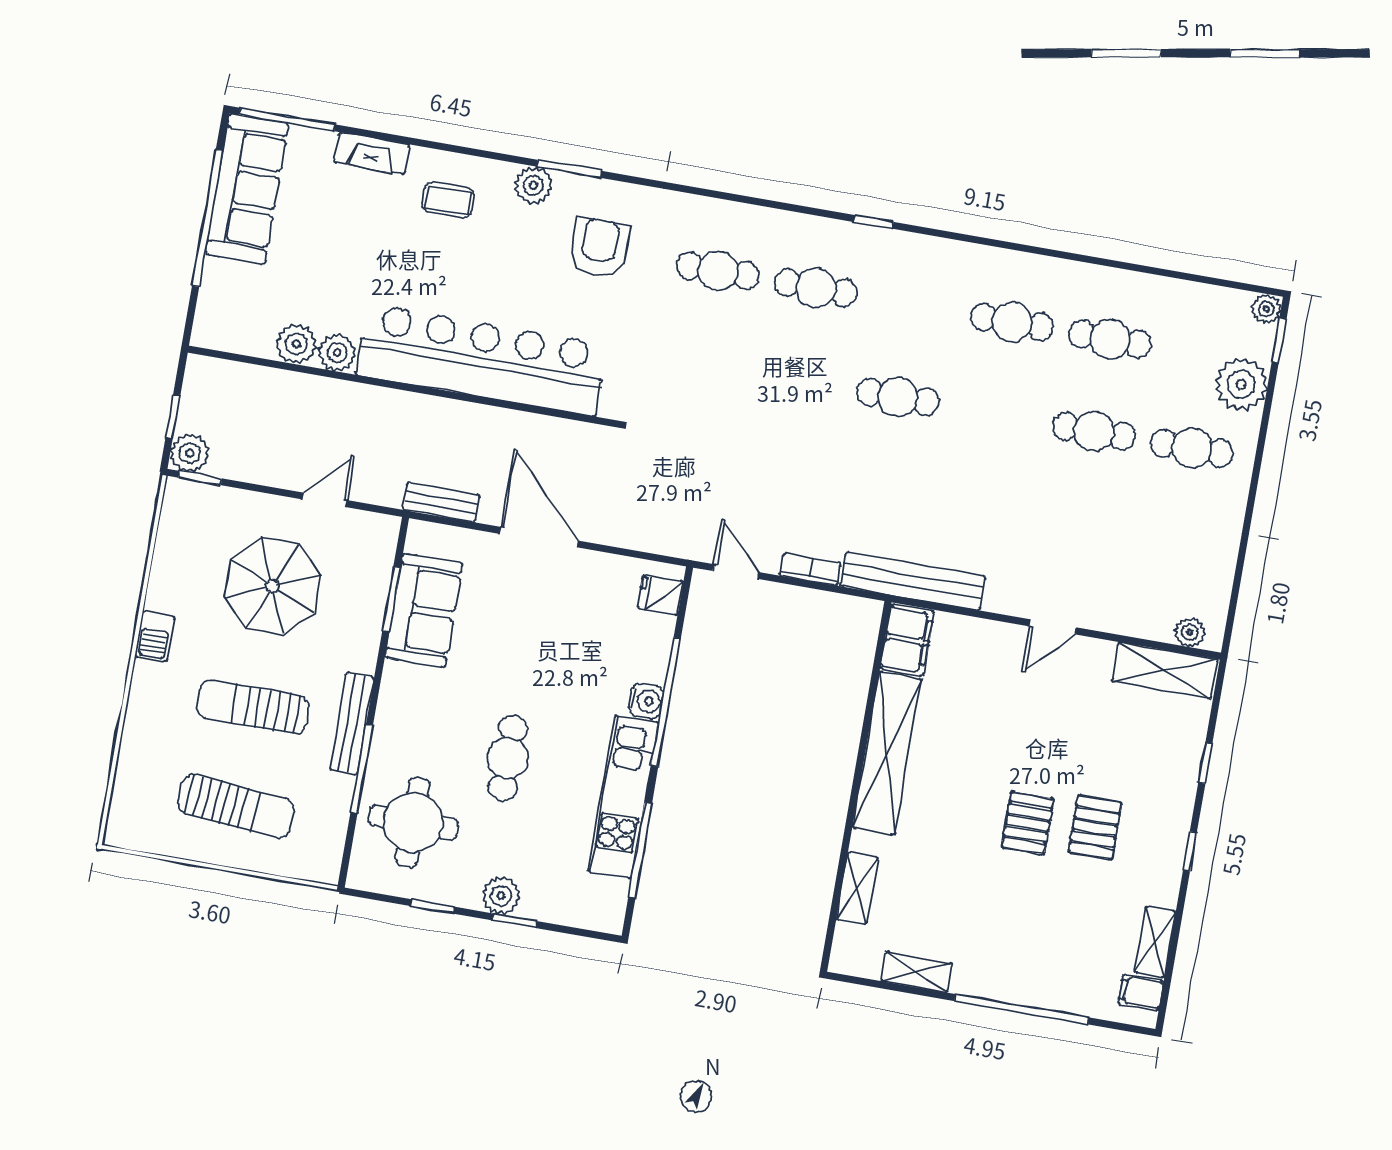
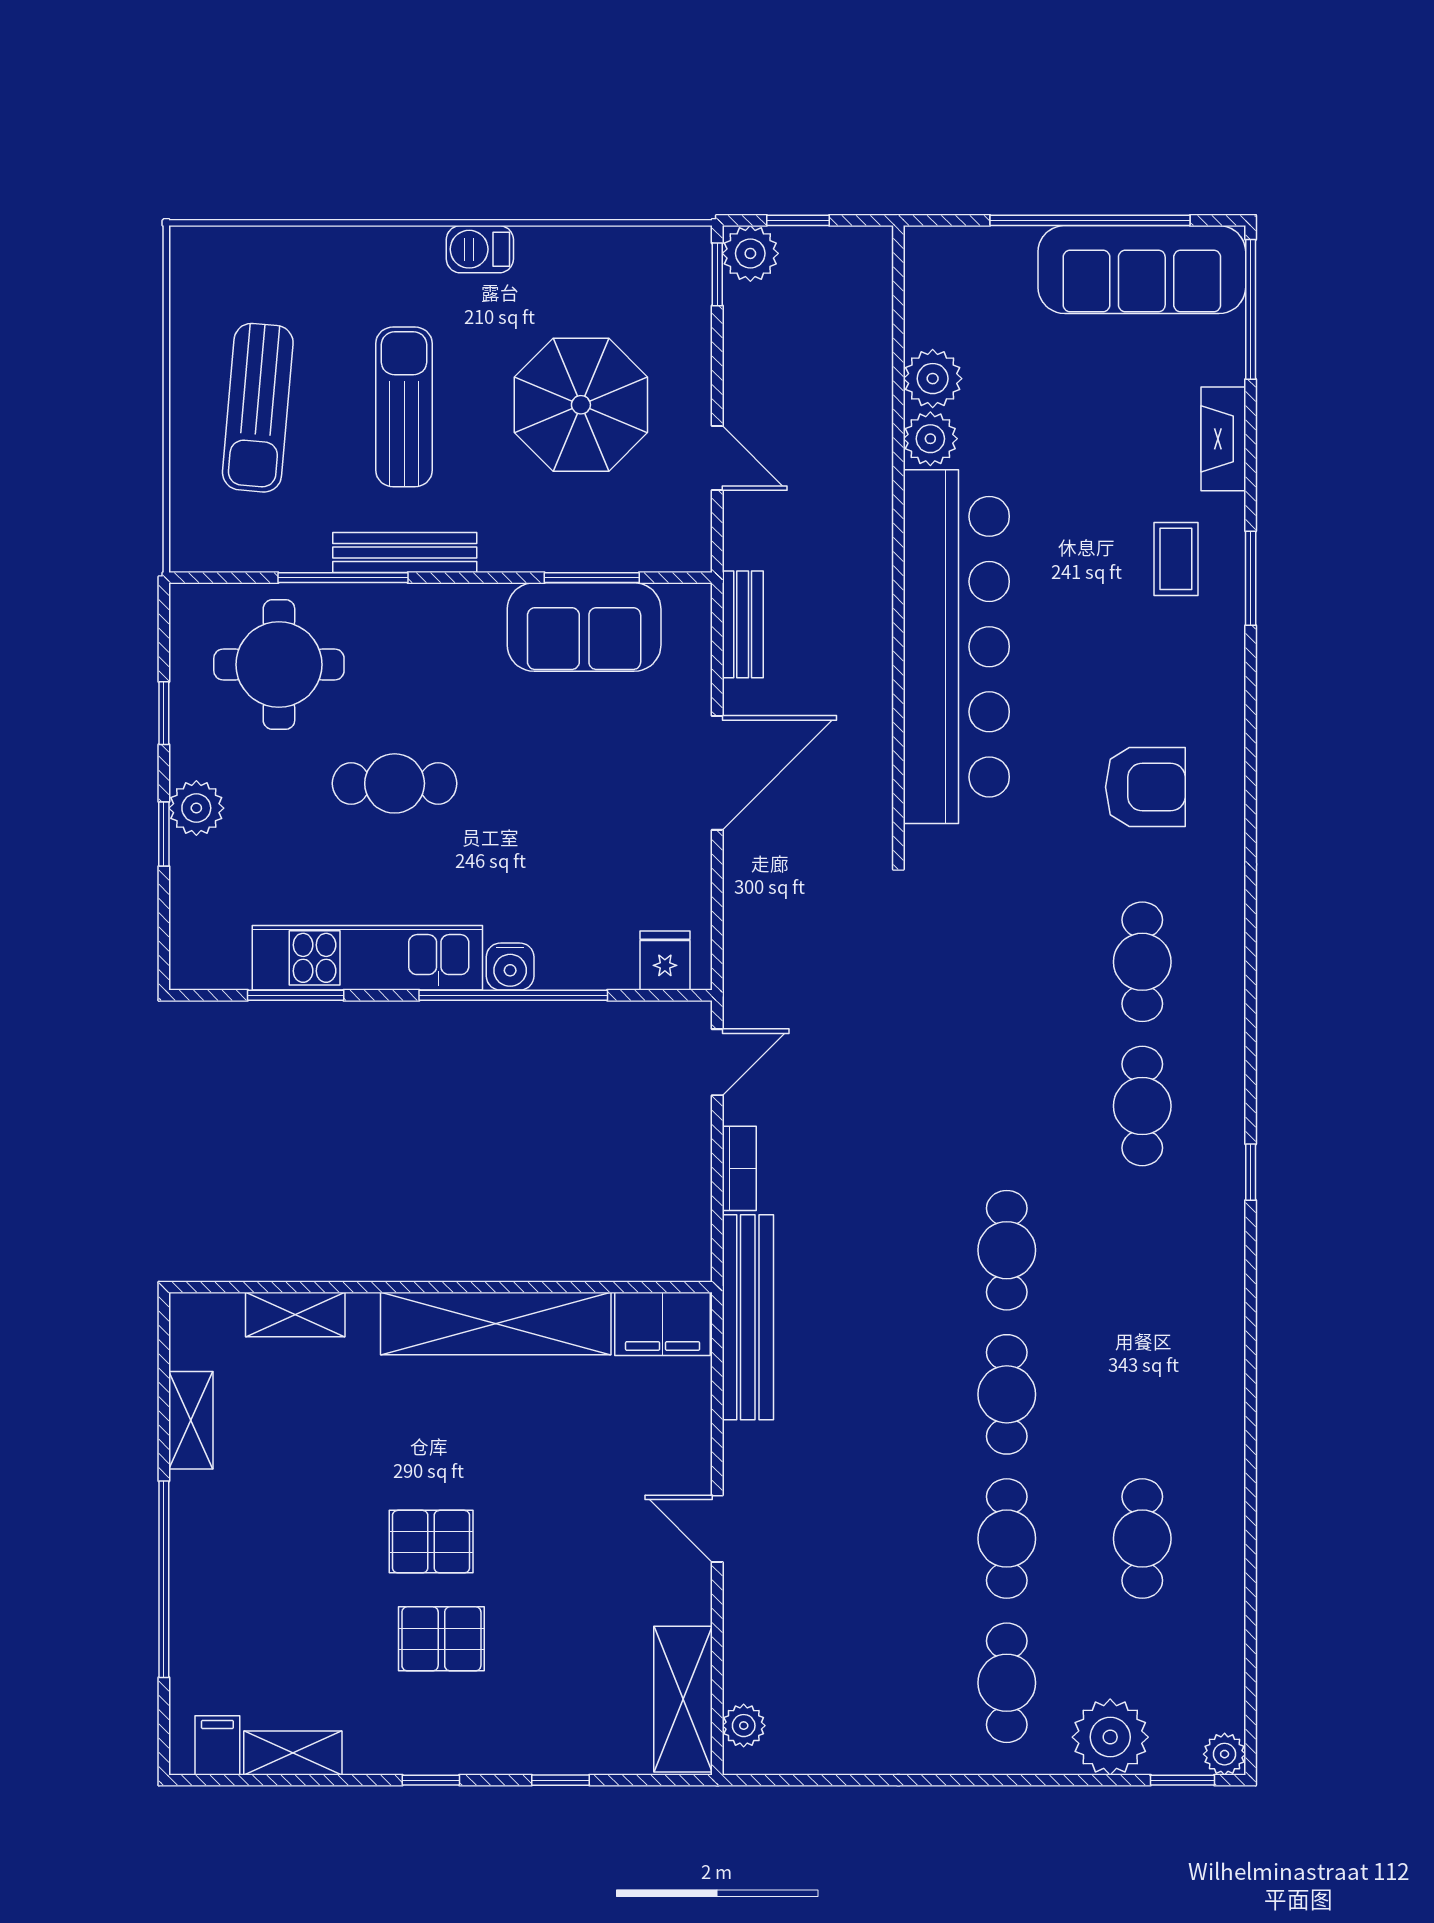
window: (569, 169) -> (1251, 578), moved
plant: (533, 185) -> (1218, 677), removed
cafe table: (1012, 322) -> (1007, 1394), moved
window: (640, 850) -> (296, 995), width x0.69

